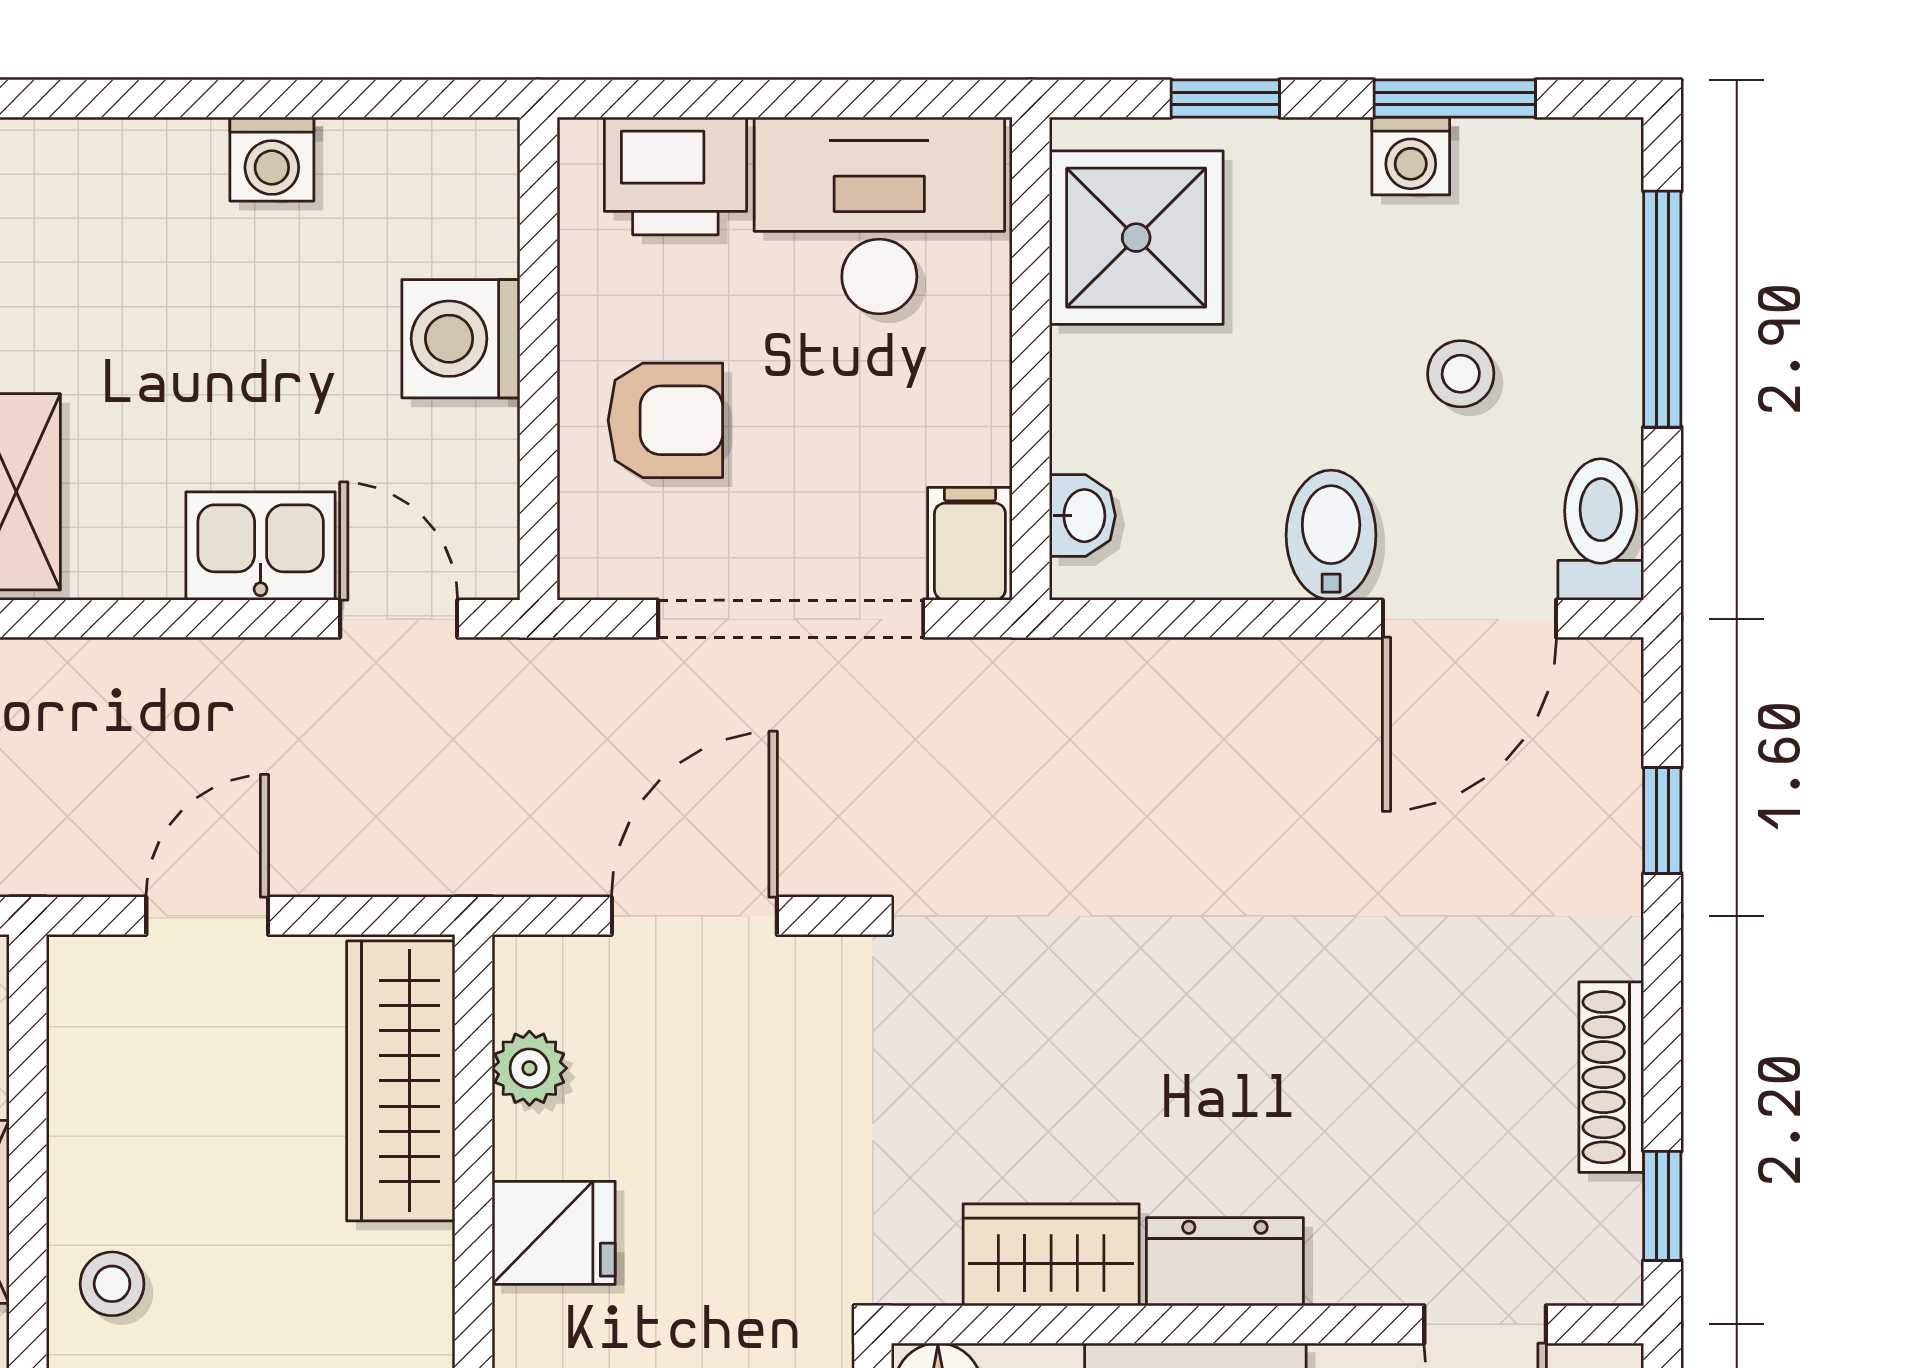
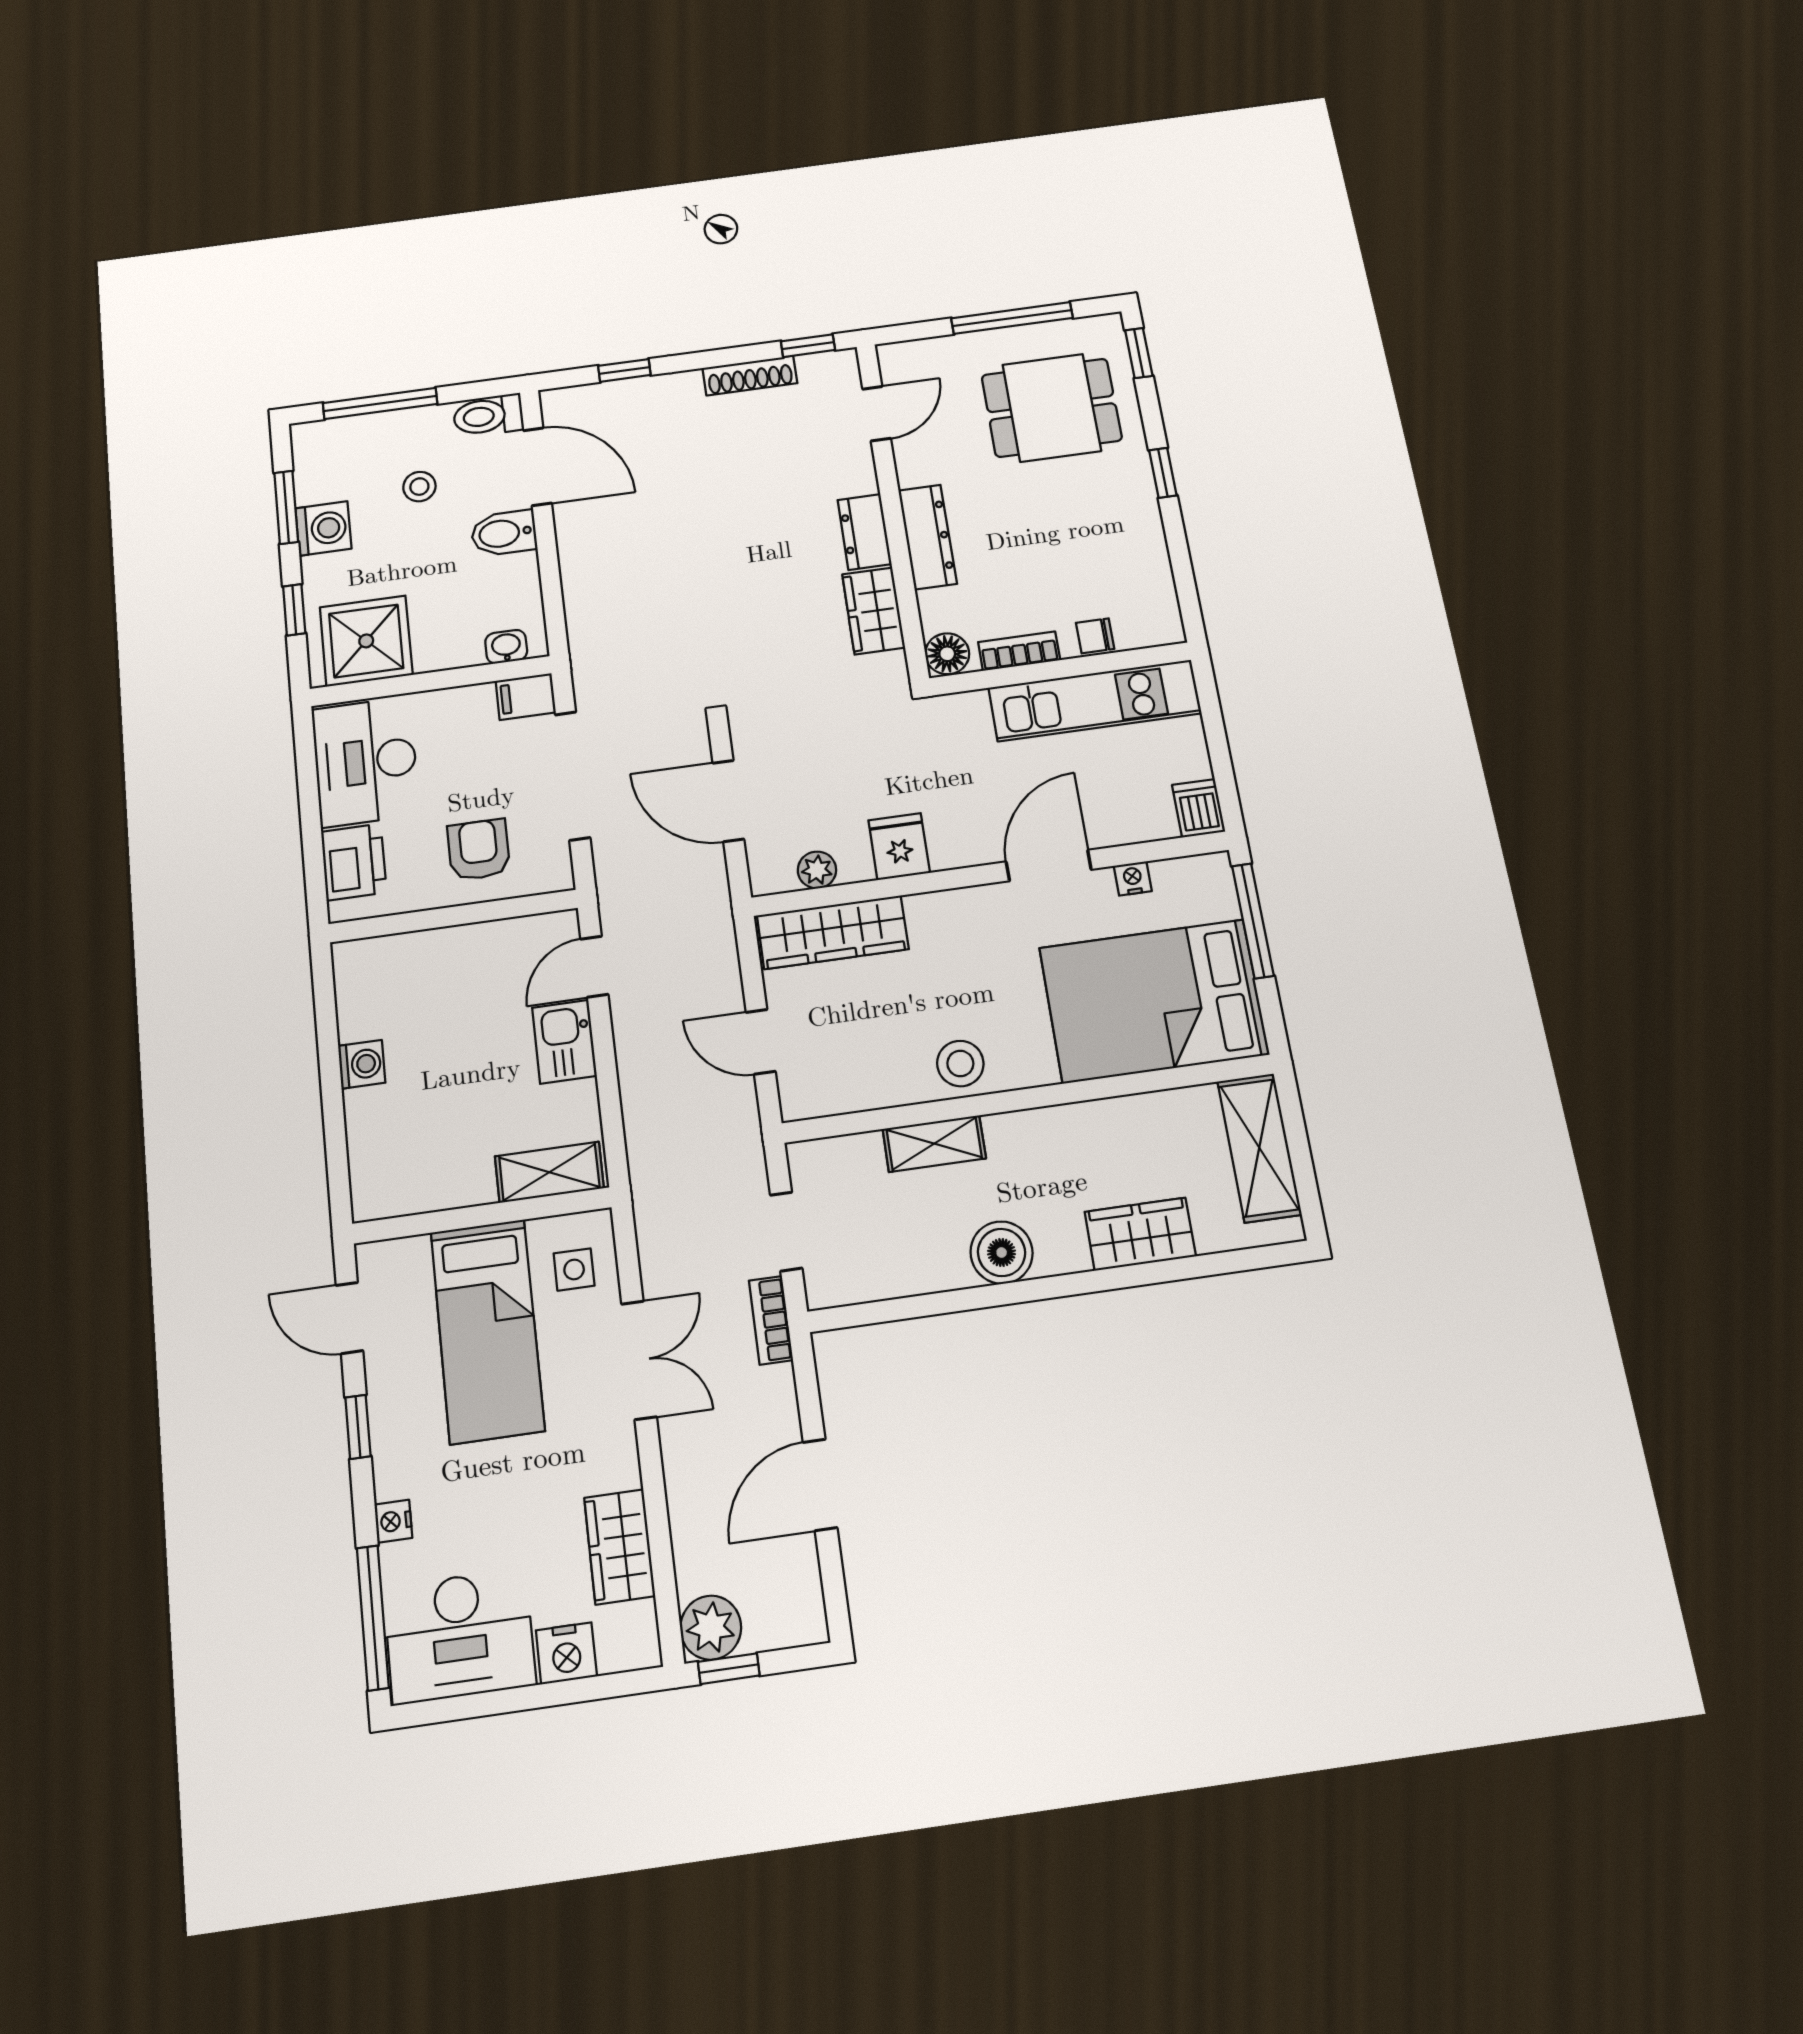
washing machine: (1411, 156) -> (323, 528), width x1.38, depth x1.38
washing machine: (461, 339) -> (447, 956), removed
stool: (112, 1284) -> (960, 1063), width x1.37, depth x1.37

